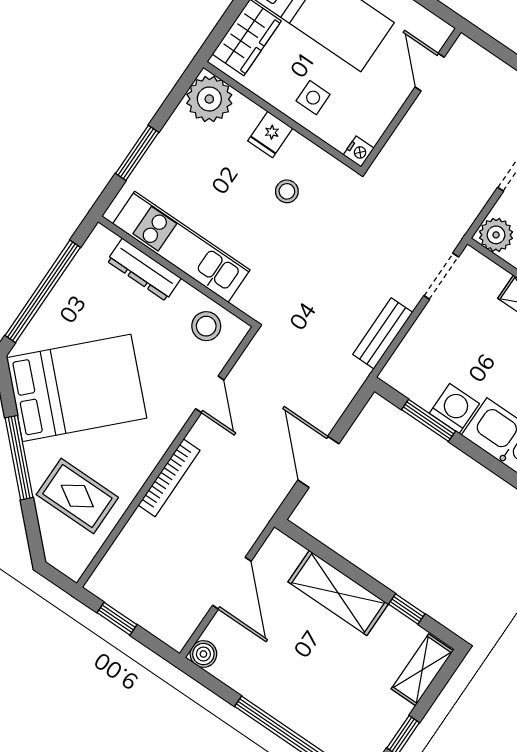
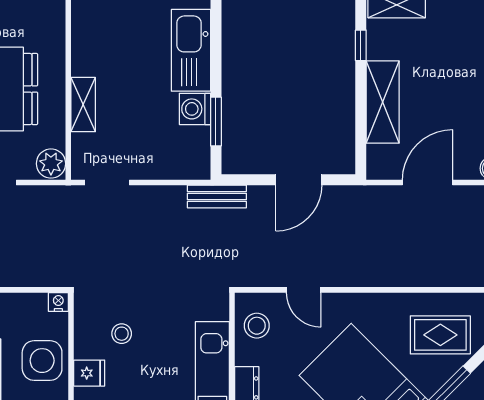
side table: (313, 98) -> (42, 361), width x1.87, depth x1.87
bench: (383, 333) -> (217, 196), moved
door: (210, 394) -> (304, 290), swing flipped
bookcase: (169, 478) -> (383, 278), removed
rug: (77, 496) -> (440, 335), turned 90

